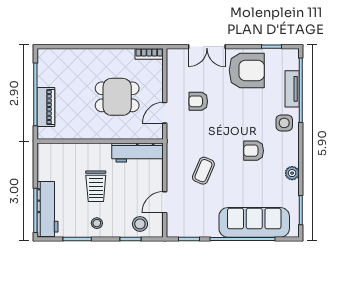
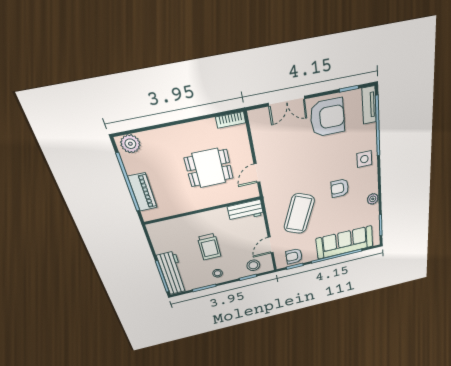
plant: (50, 57) -> (130, 144), added
tv unit: (292, 89) -> (369, 105), moved
armchair: (198, 101) -> (294, 256), moved
workbench: (138, 152) -> (245, 211), width x0.73
coffee table: (203, 171) -> (299, 214), width x1.86, depth x1.72

